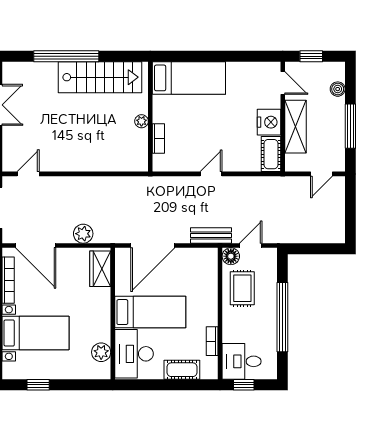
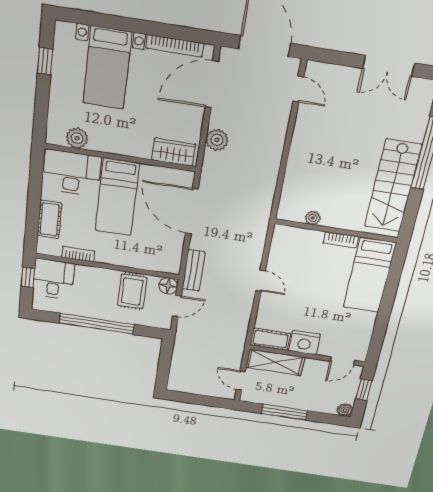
boiler: (338, 89) -> (345, 410), moved
plant: (141, 121) -> (313, 218), moved
shelving: (295, 127) -> (275, 362), moved
bookcase: (158, 139) -> (341, 240), moved
door: (251, 245) -> (177, 306), hinge flipped
rug: (242, 288) -> (132, 291), turned 90

